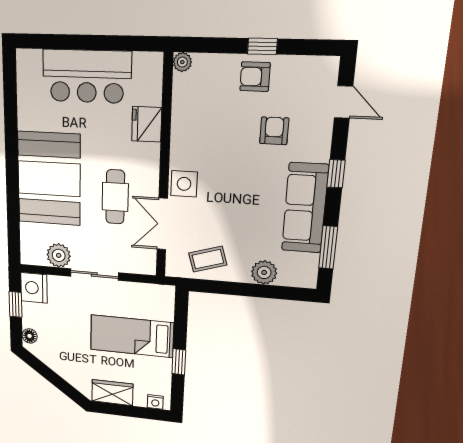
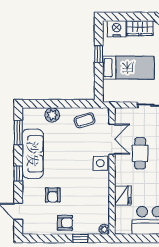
window: (262, 46) -> (80, 238), moved
nightstand: (155, 402) -> (117, 29), width x1.89, depth x1.79

